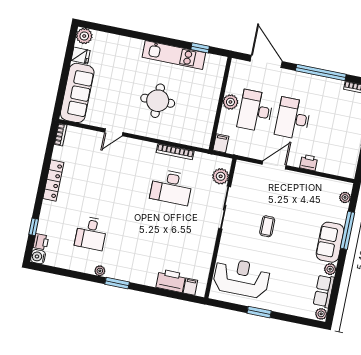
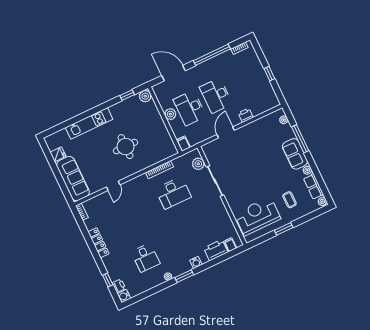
plant: (84, 36) -> (145, 96), moved
kitchen unit: (174, 55) -> (89, 123), moved
coffee table: (267, 226) -> (289, 200), moved
water cooler: (140, 278) -> (196, 262), added

